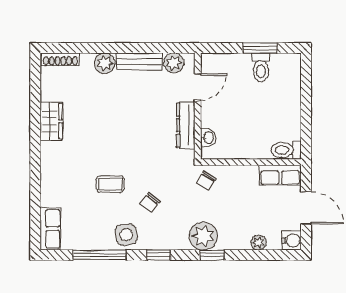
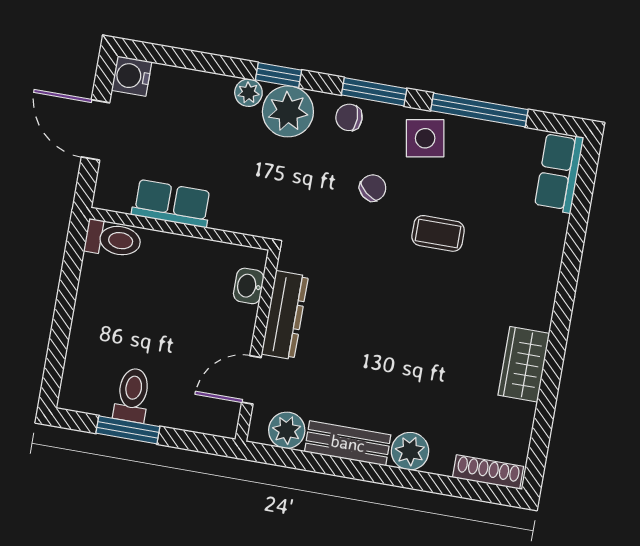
row of seats: (280, 175) -> (172, 203), moved
chair: (206, 181) -> (349, 117), moved, turned -120
plant: (259, 243) -> (248, 93), moved
window: (158, 255) -> (374, 92), width x1.50

